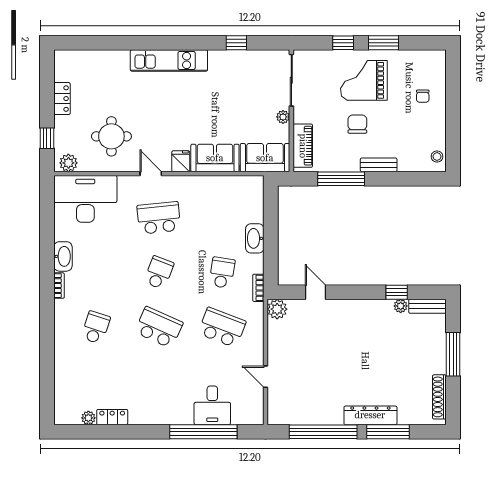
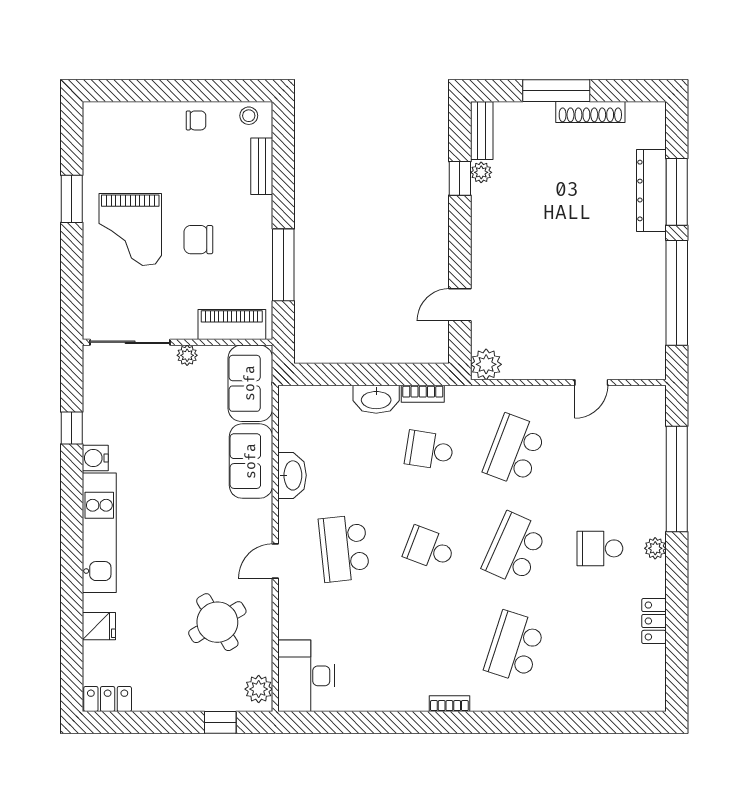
window: (343, 43) -> (72, 262), removed
water cooler: (217, 58) -> (95, 458), added
chair: (423, 96) -> (196, 120), moved
locker: (62, 99) -> (108, 699), moved
round table: (111, 136) -> (217, 622), turned -31
fridge: (181, 161) -> (99, 626), moved, turned 180
bench: (379, 165) -> (262, 166), moved
desk: (85, 199) -> (306, 676), width x0.73, depth x0.77
washbasin: (63, 256) -> (292, 475), moved, turned 90
bookcase: (258, 288) -> (423, 394), moved
school desk: (96, 327) -> (515, 647), width x1.85
school desk: (159, 382) -> (600, 548), added
shoe rack: (439, 397) -> (590, 112), moved
desk: (212, 405) -> (636, 465), removed
dresser: (370, 415) -> (651, 191), moved
plant: (88, 418) -> (655, 548), moved

